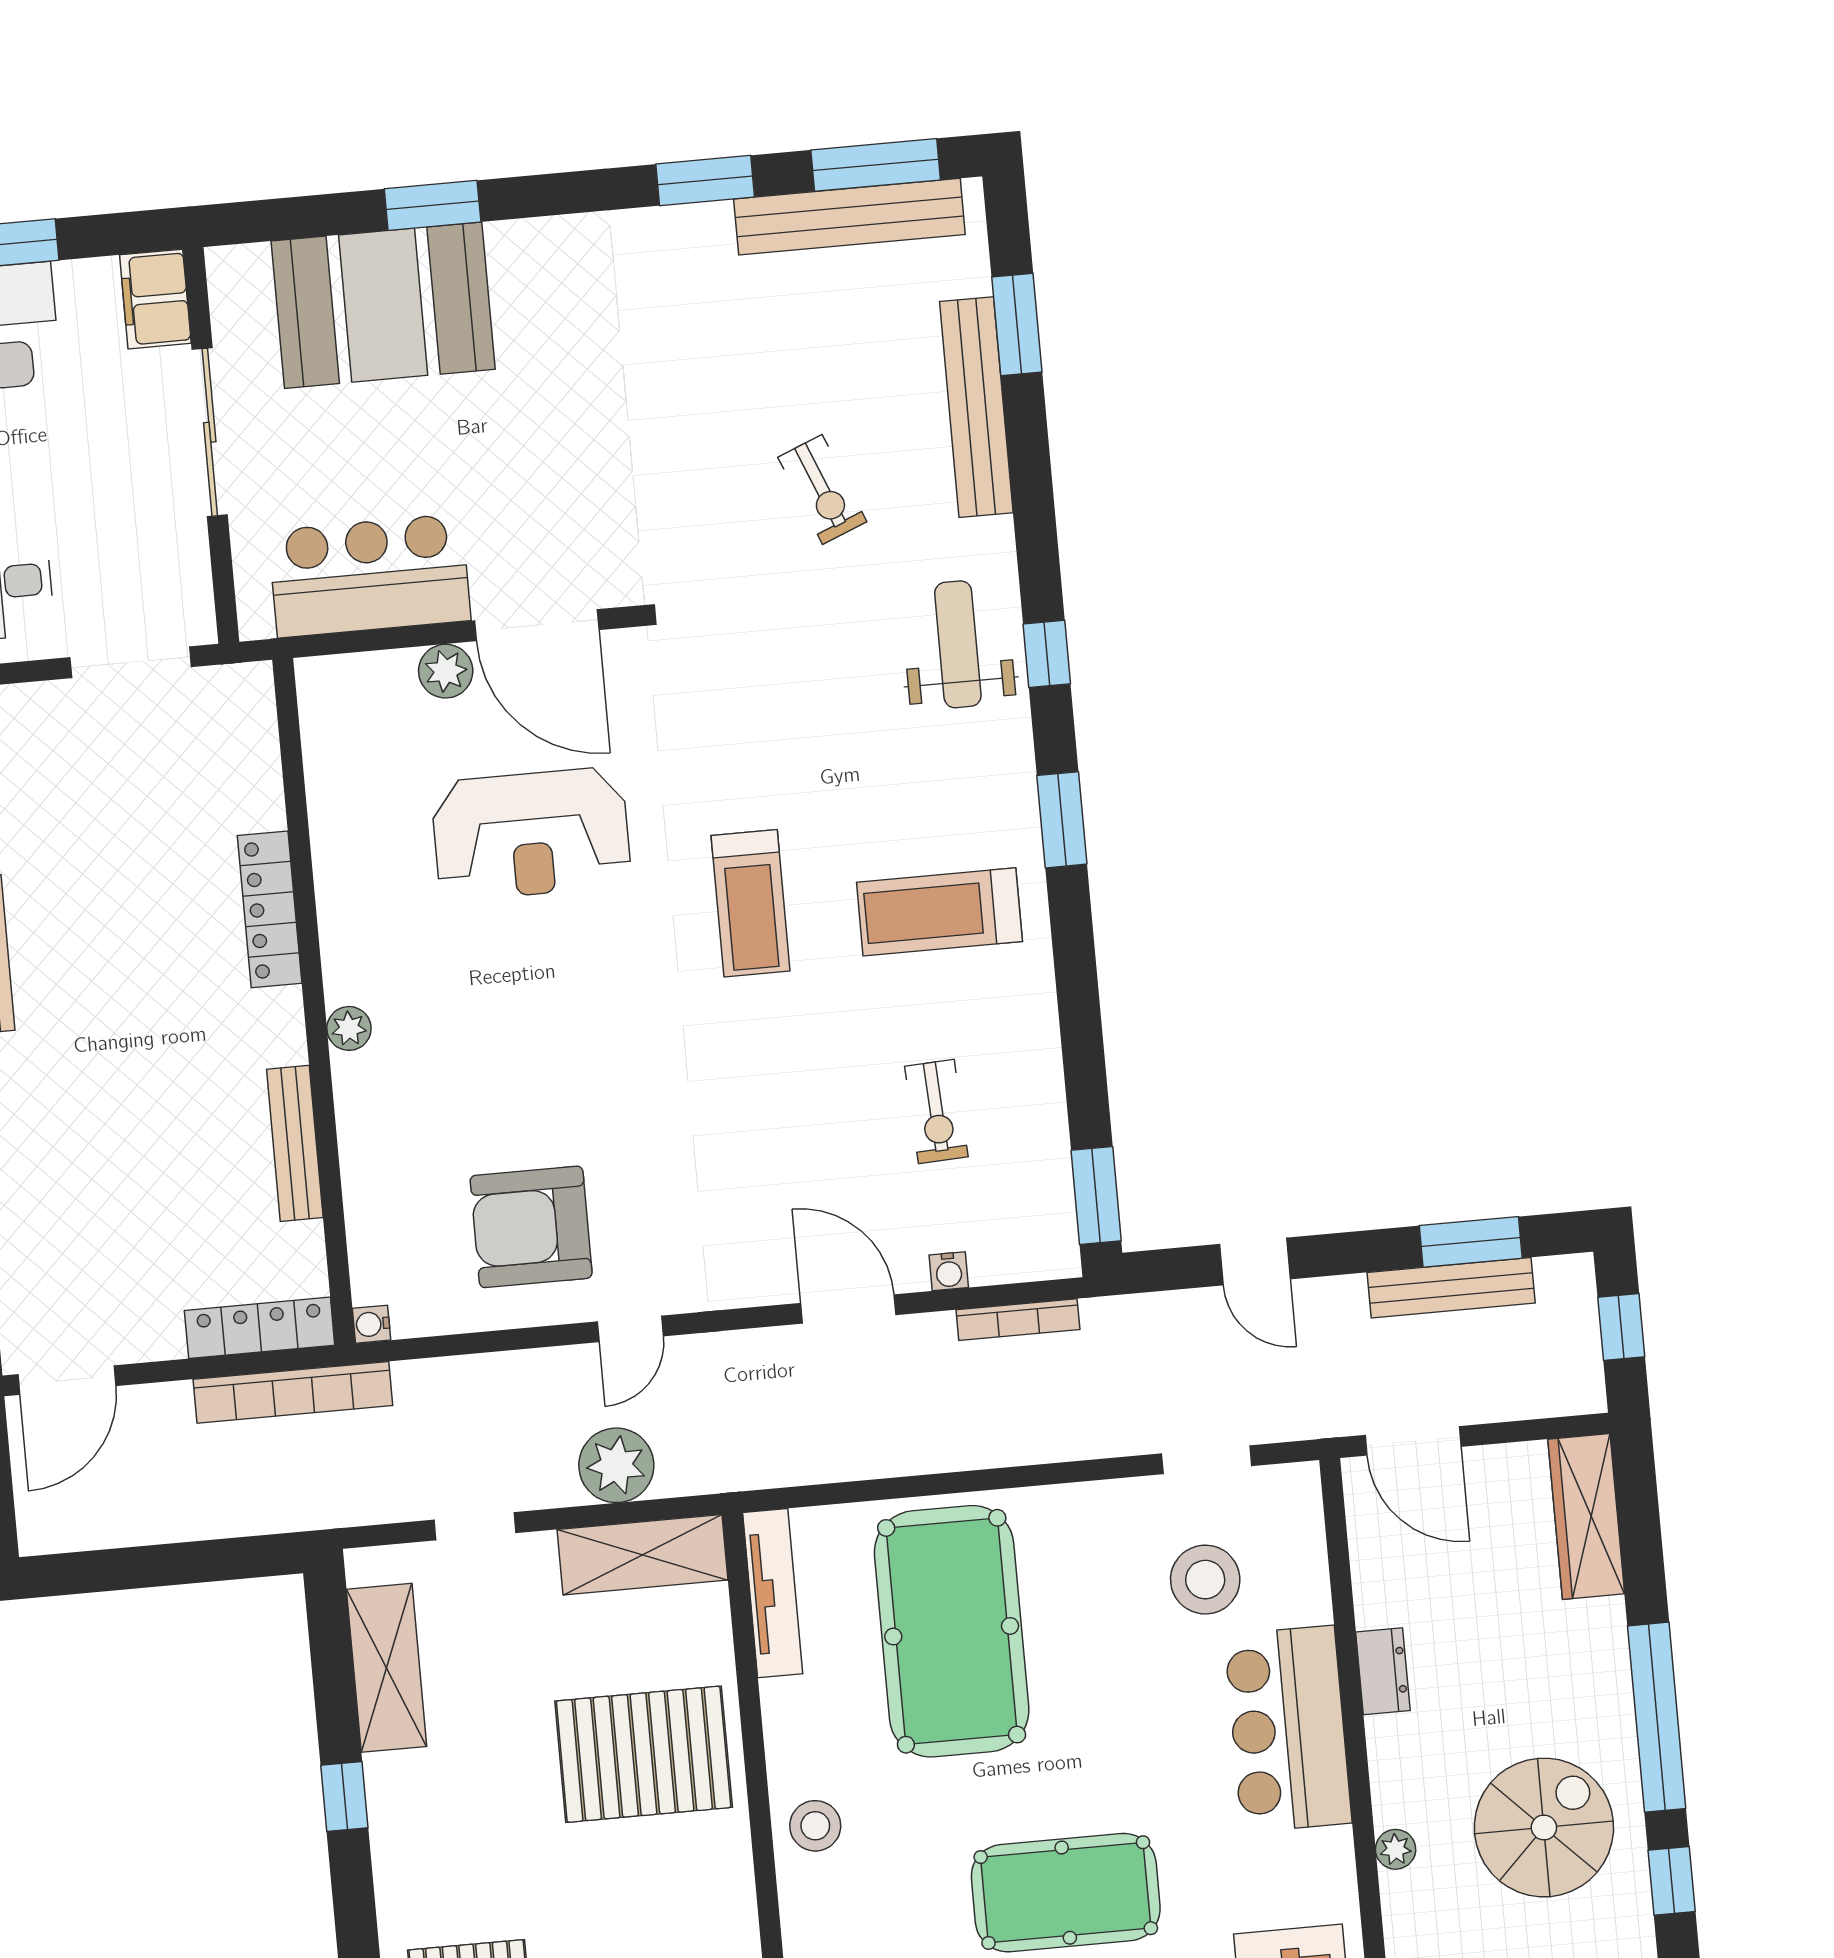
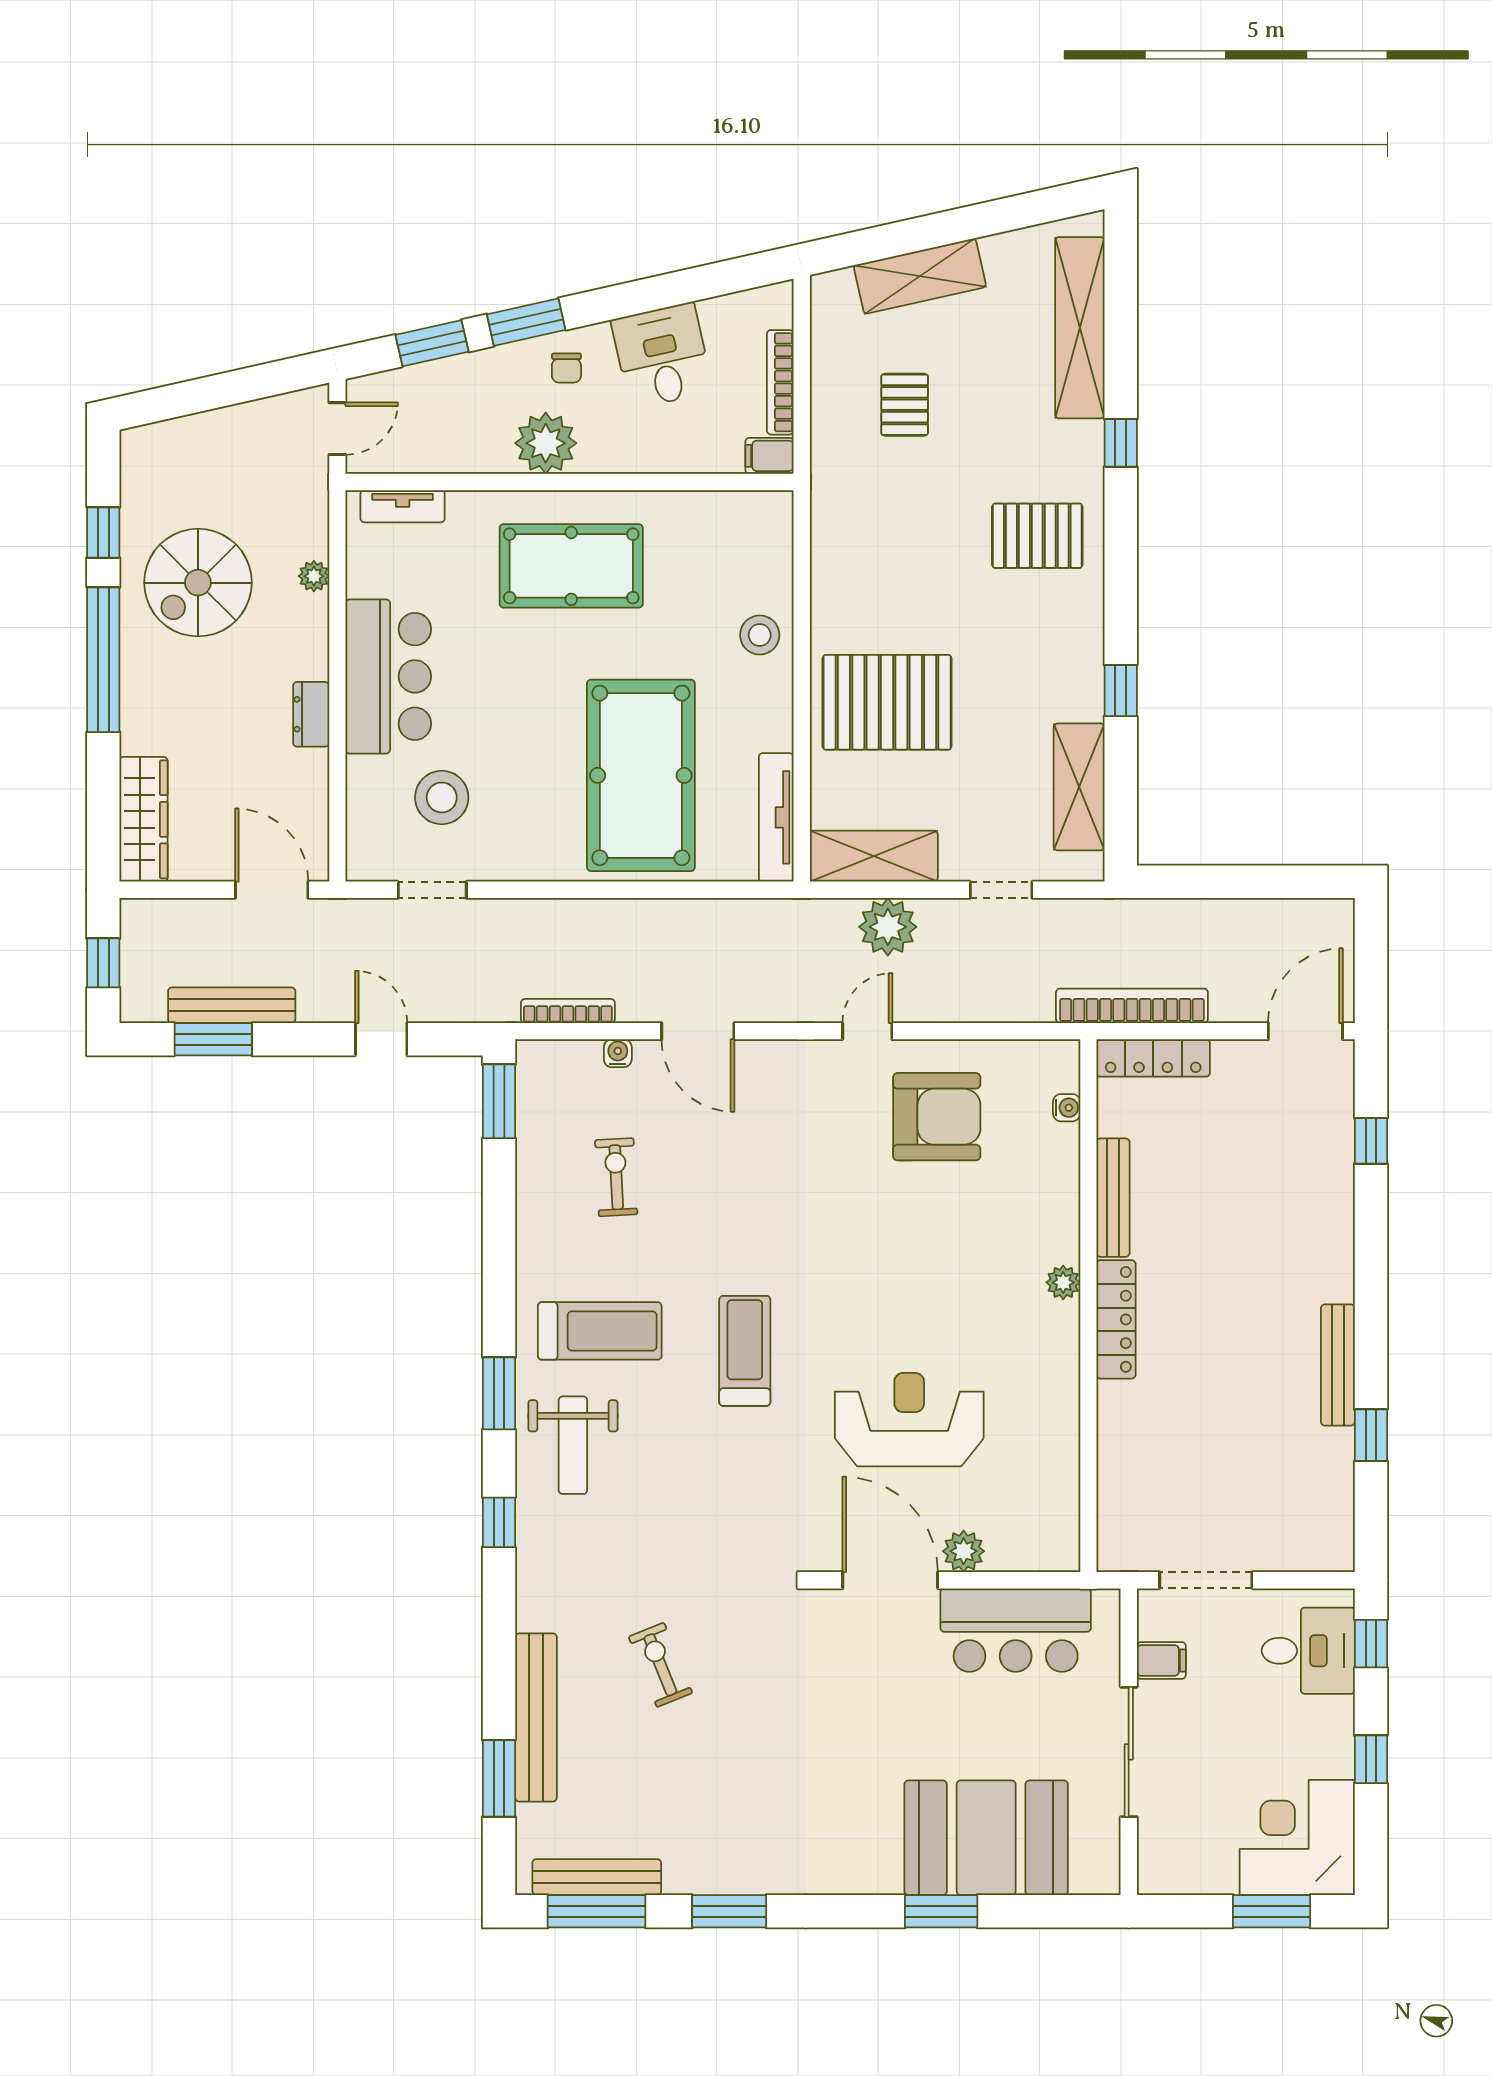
bench: (849, 217) -> (597, 1877), width x0.73, depth x0.82
filing cabinet: (155, 299) -> (1161, 1660), moved, width x0.50
weight bench: (958, 644) -> (573, 1445), moved
locker: (270, 909) -> (1116, 1319), moved
water cooler: (371, 1324) -> (1067, 1108), moved

